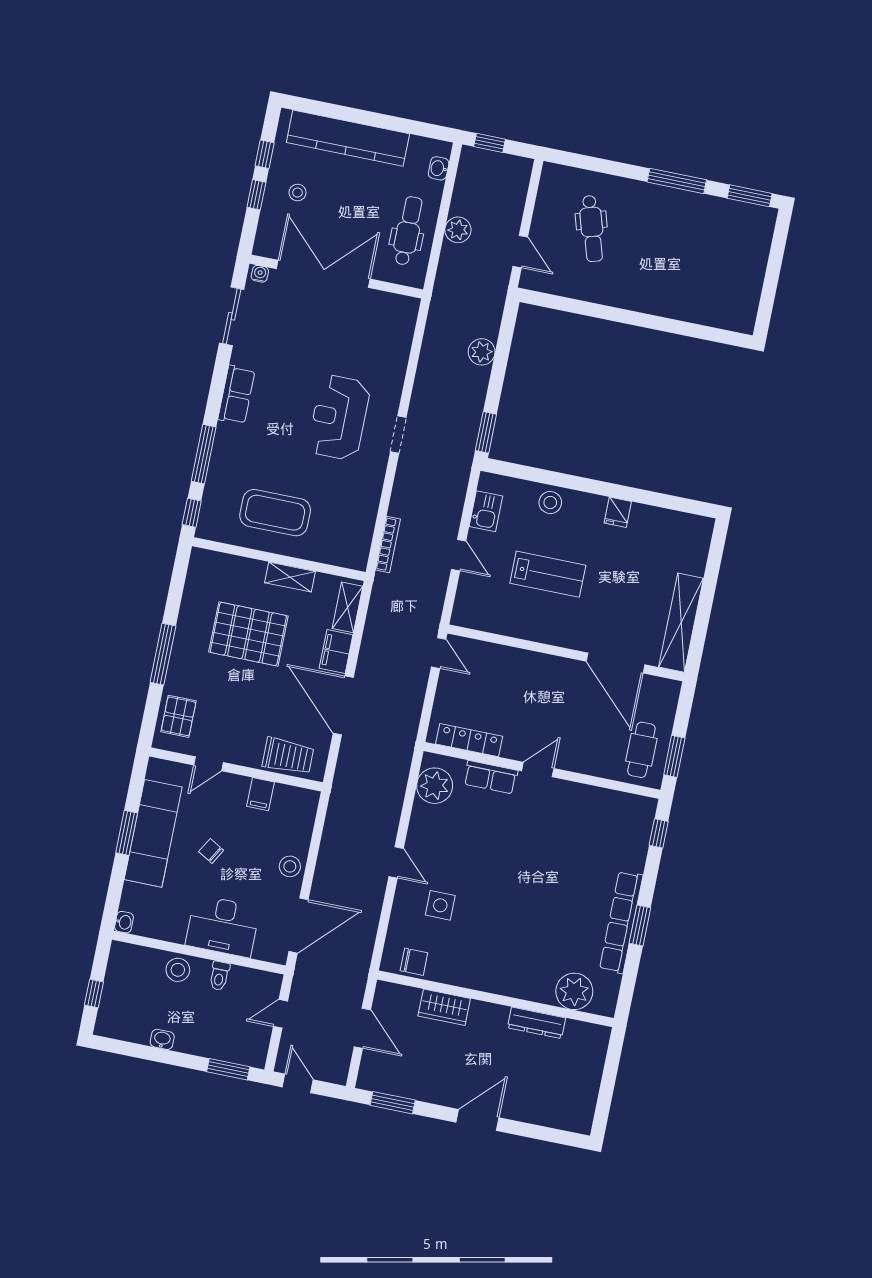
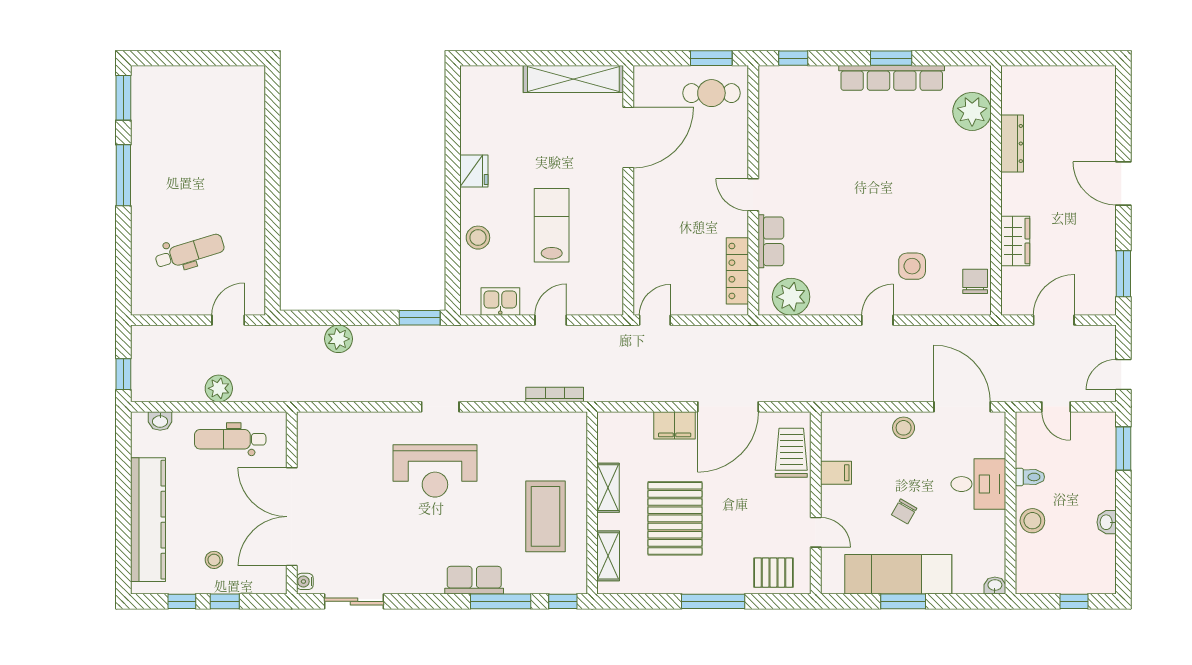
row of seats: (236, 395) -> (474, 580), moved
fridge: (618, 512) -> (474, 171), width x1.38
shelving: (347, 607) -> (608, 556), moved, turned 90
desk: (223, 926) -> (978, 484), width x0.73

